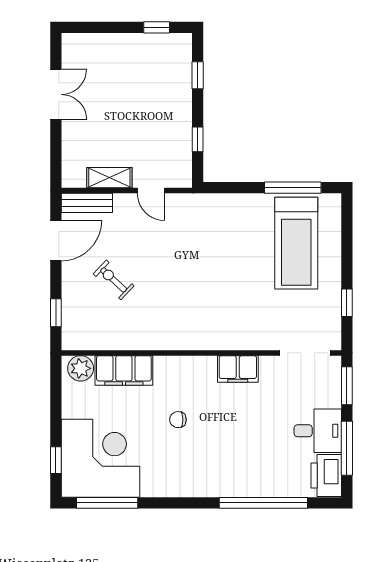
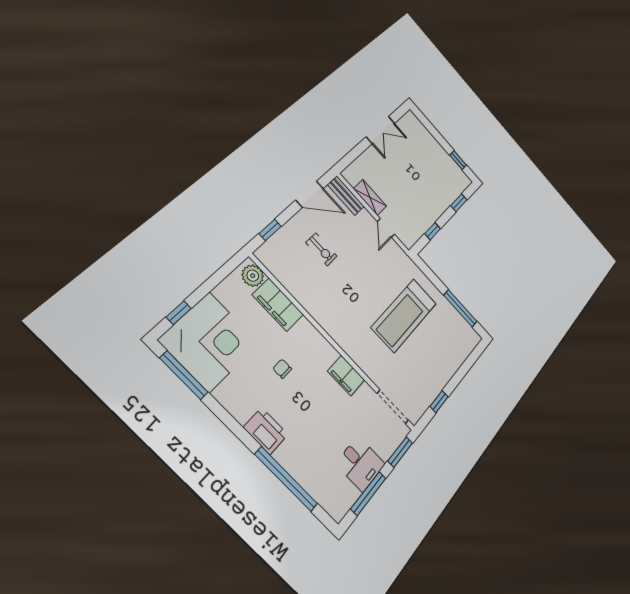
treadmill: (296, 243) -> (404, 315), moved
exercise bike: (114, 280) -> (322, 249), turned 137
printer: (326, 476) -> (266, 431), moved, turned 90

